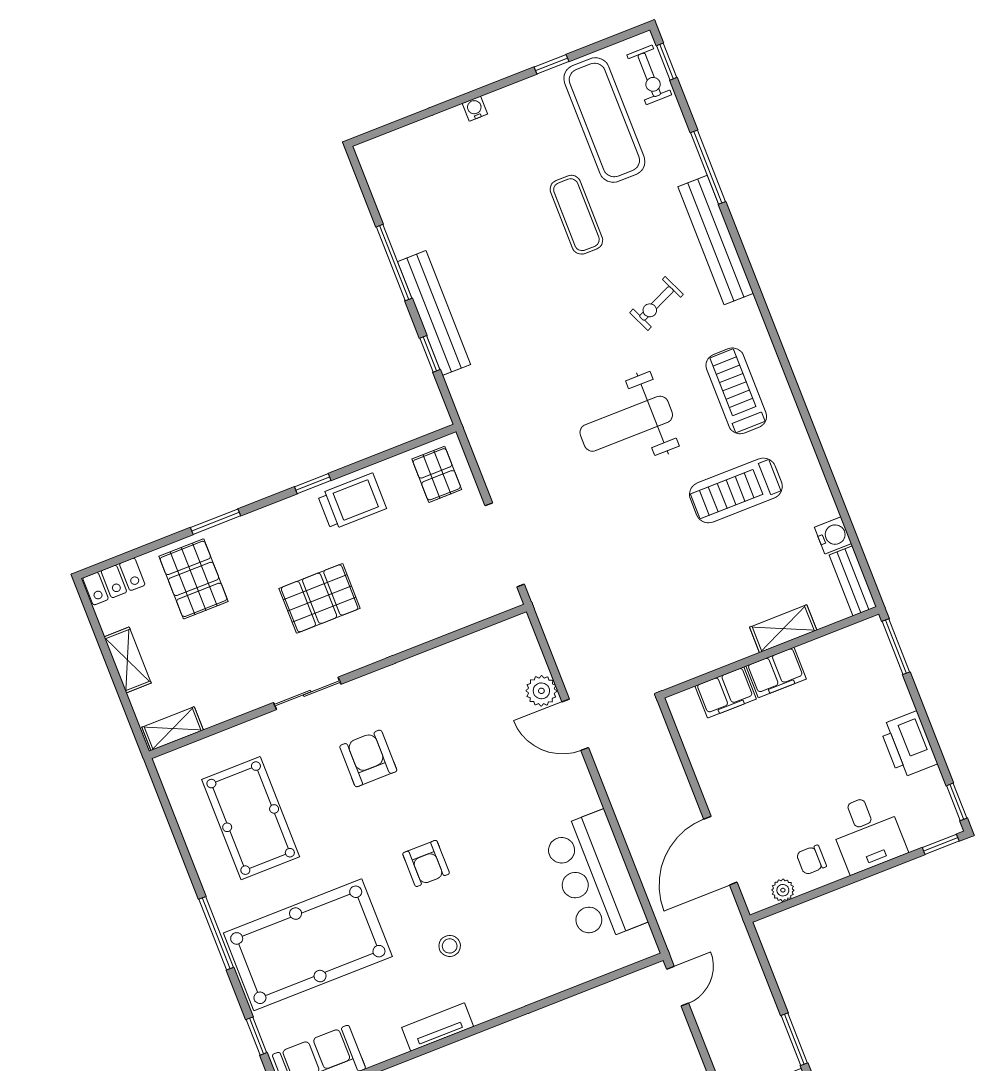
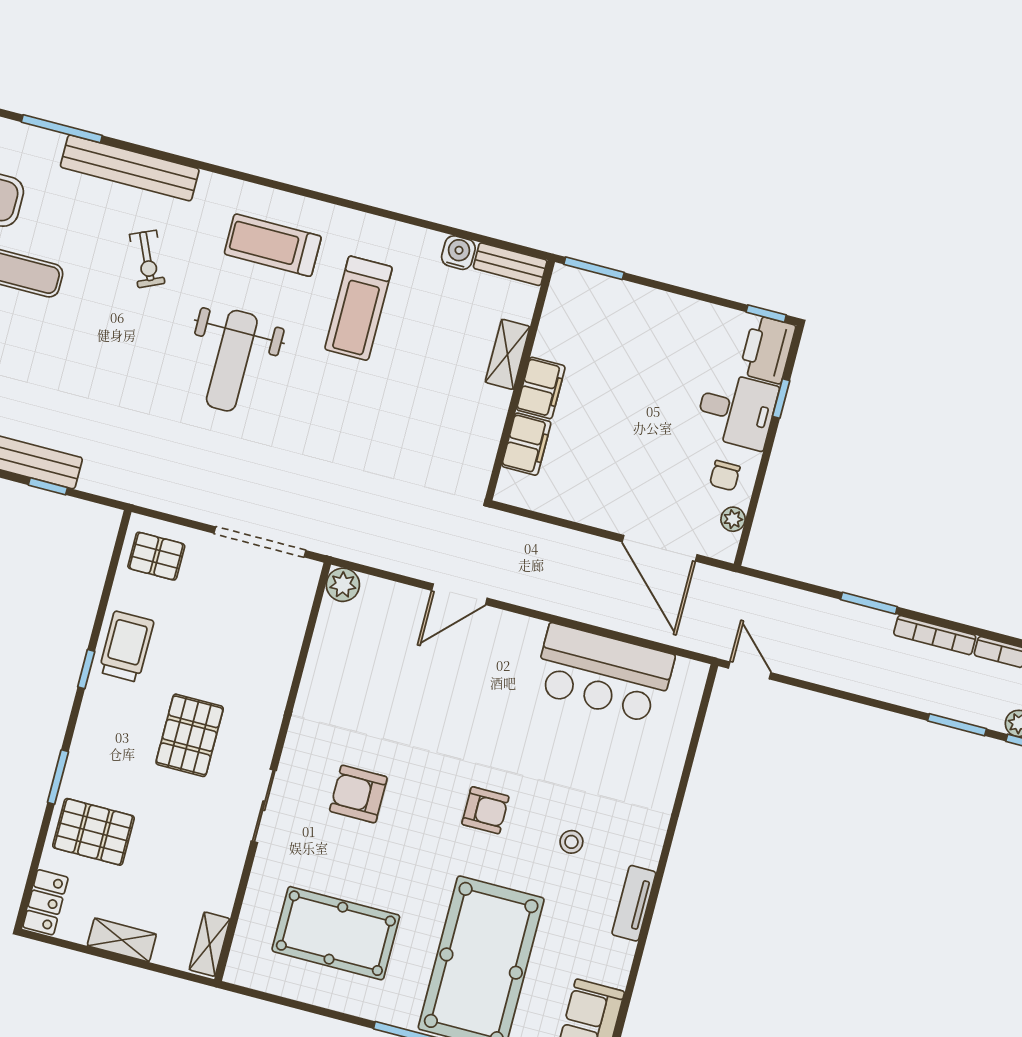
plant: (541, 691) -> (343, 585), moved
printer: (908, 745) -> (767, 349), moved, turned 90
window: (941, 844) -> (781, 398), moved

